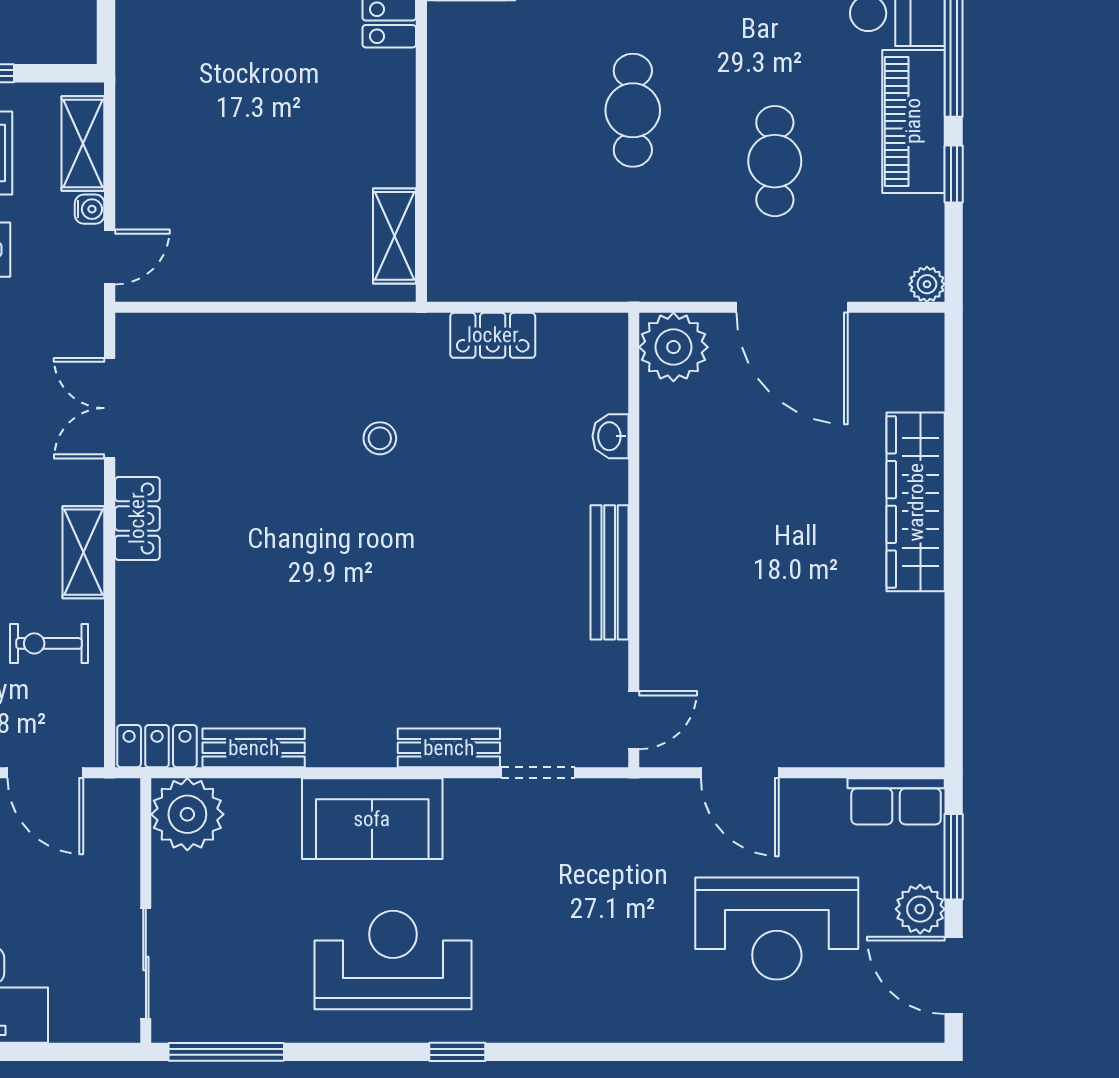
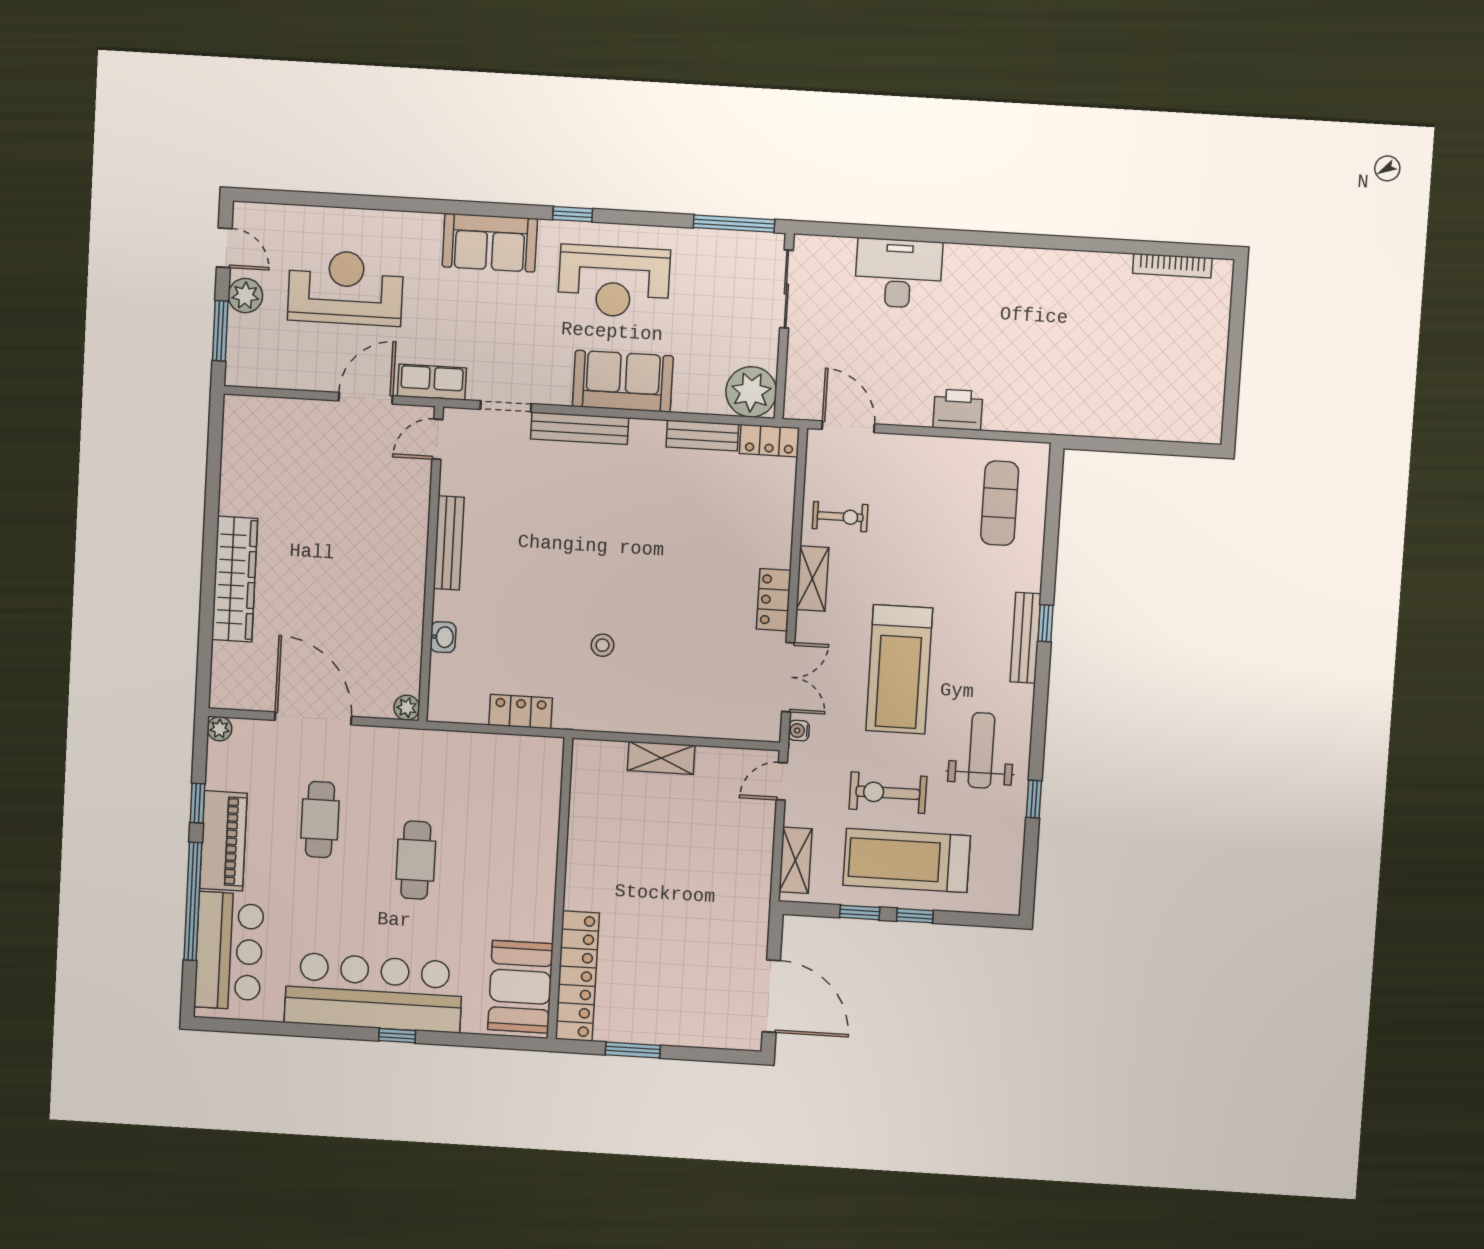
water cooler: (90, 209) -> (799, 731), moved
shelving: (395, 236) -> (661, 758), moved, turned 90
plant: (673, 347) -> (407, 708), width x0.53, depth x0.53
bench: (449, 748) -> (580, 428), width x1.36
door: (740, 773) -> (366, 398), hinge flipped
row of seats: (896, 801) -> (432, 382), moved
door: (954, 975) -> (224, 248), width x0.73
sofa: (574, 1005) -> (490, 243), added

